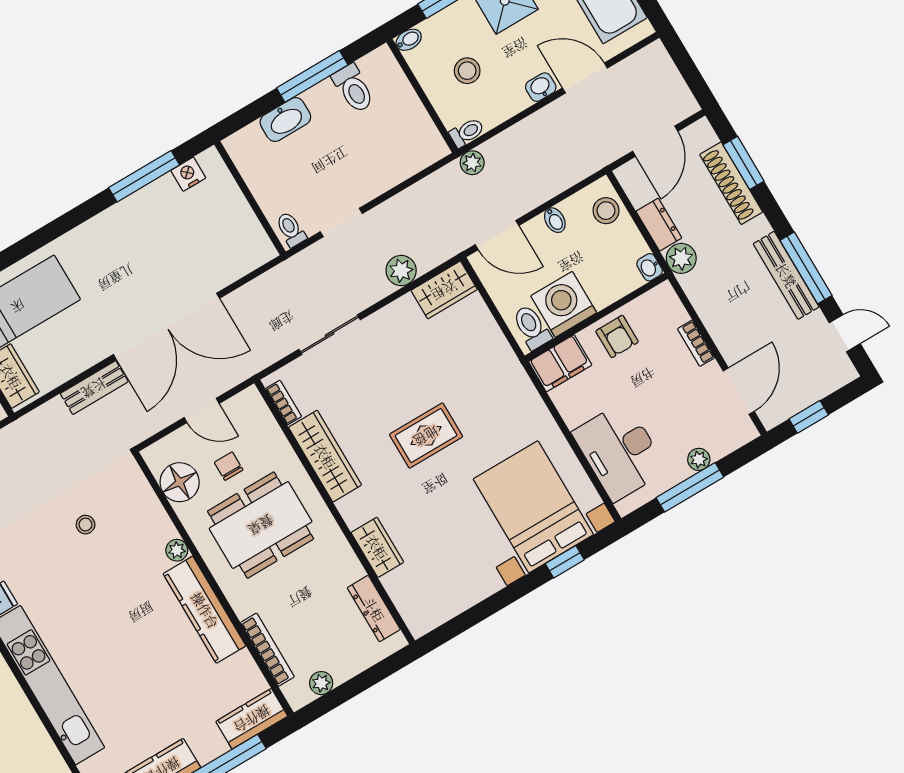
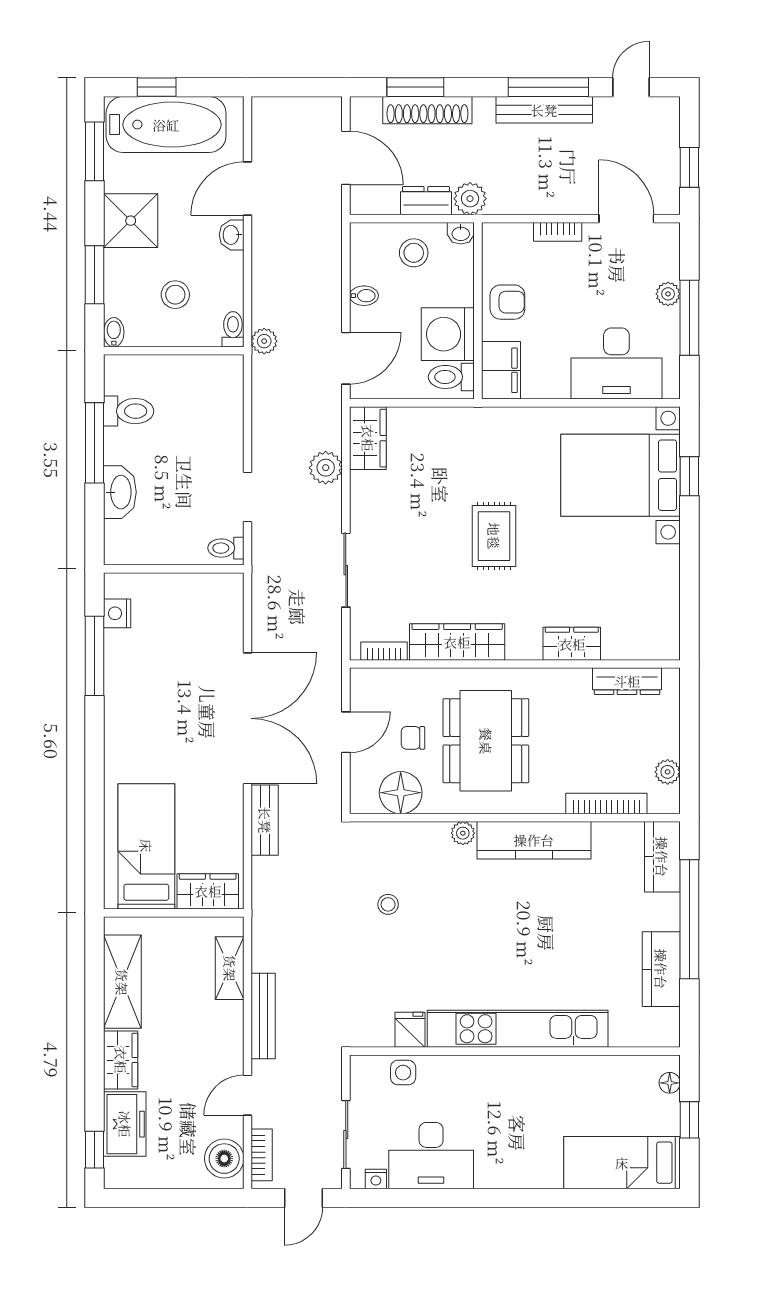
stool: (606, 211) -> (414, 253), moved

